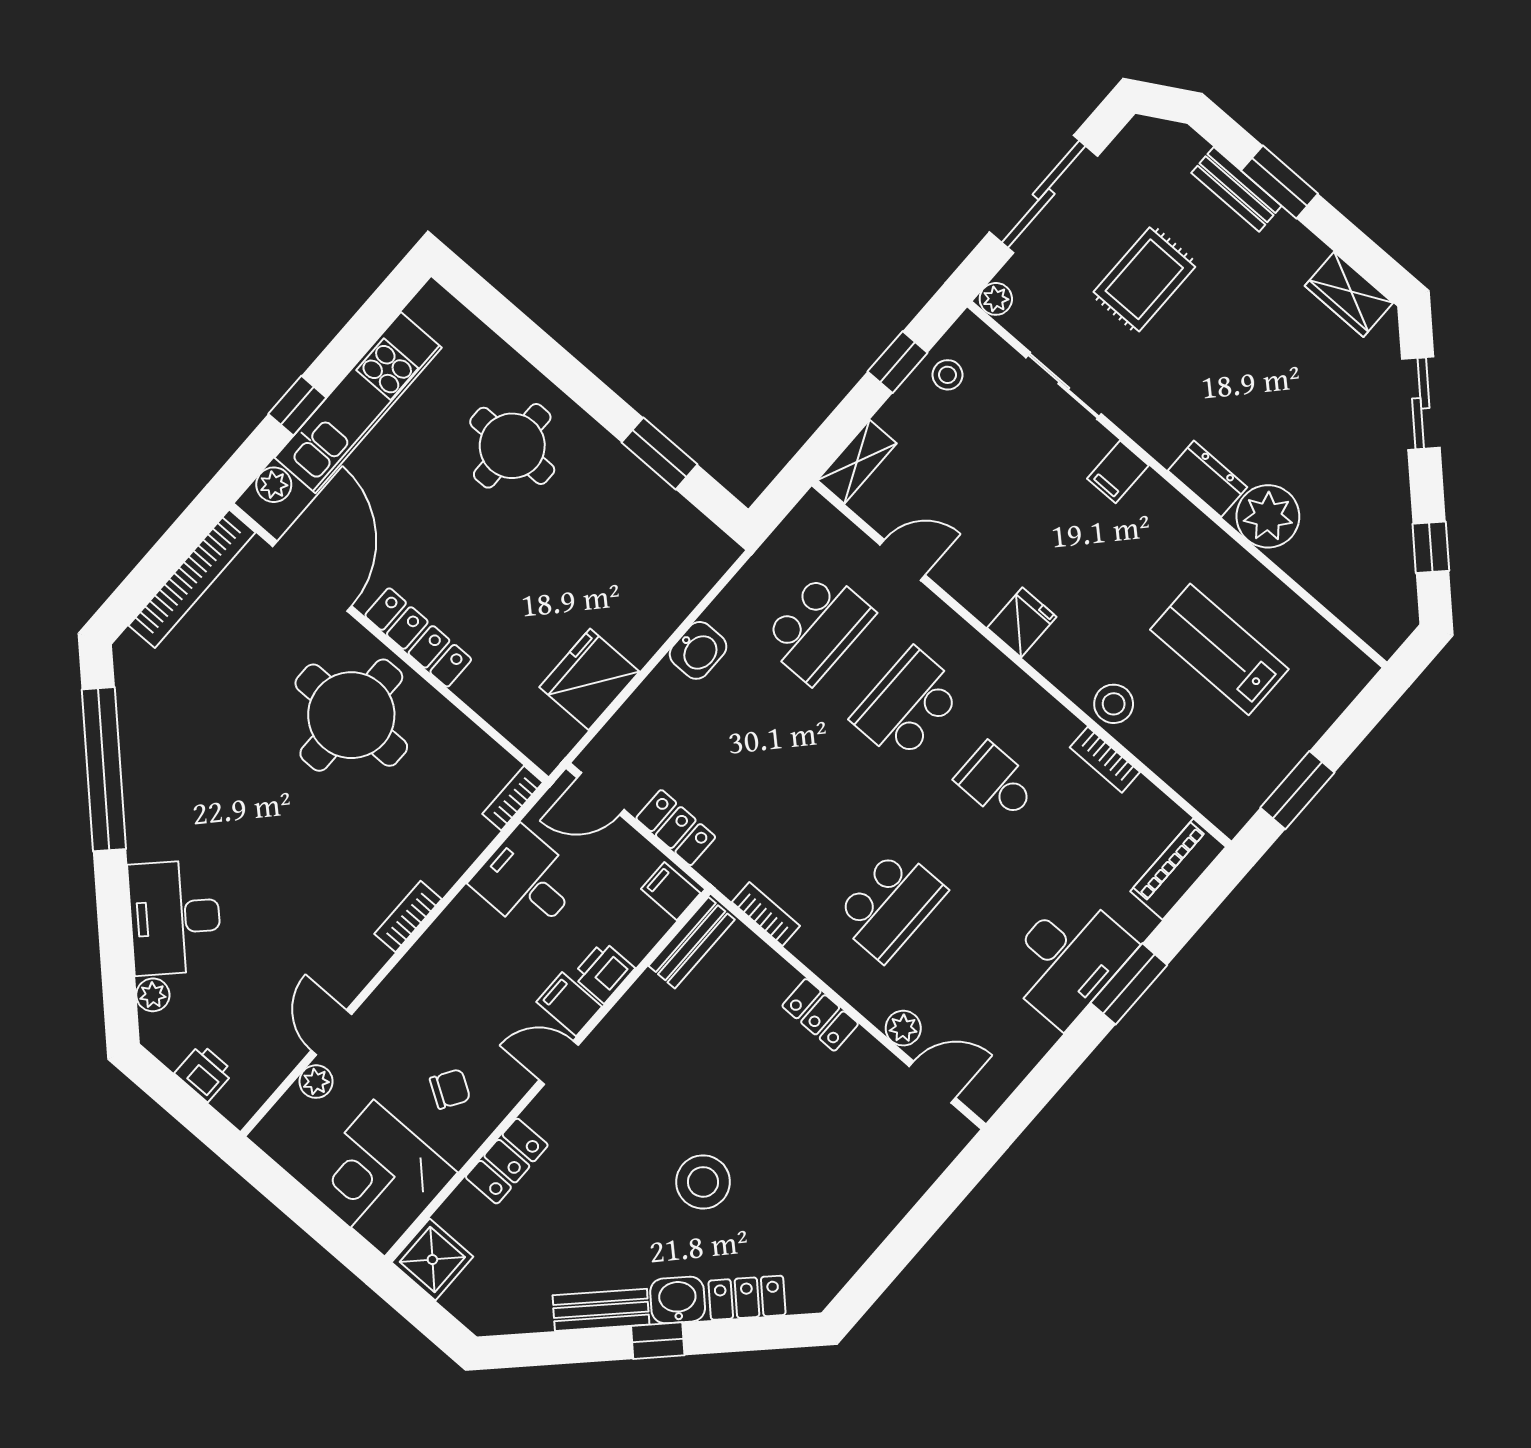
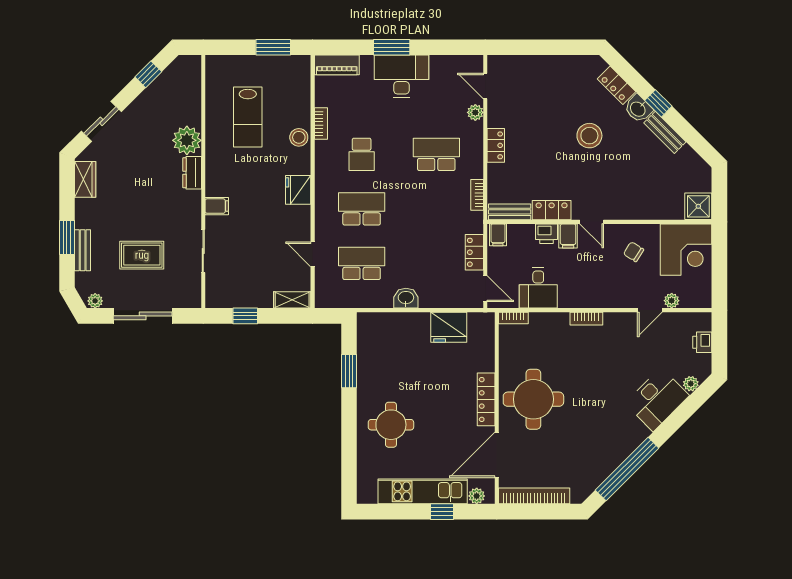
plant: (996, 299) -> (95, 301), moved
stool: (947, 375) -> (235, 295), removed
fridge: (1022, 622) -> (298, 190), width x1.38
school desk: (907, 705) -> (362, 209), turned 180
locker: (507, 1161) -> (552, 210), moved

